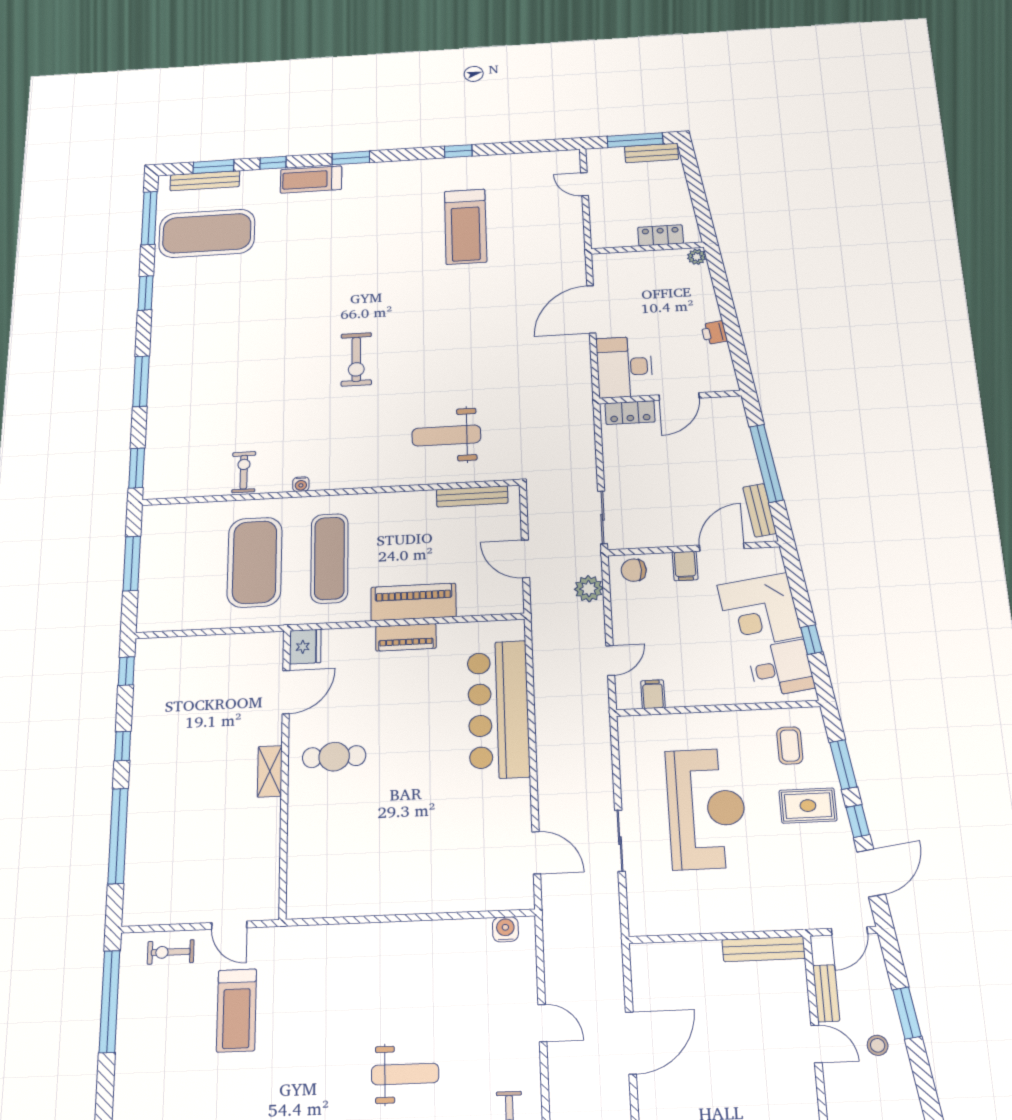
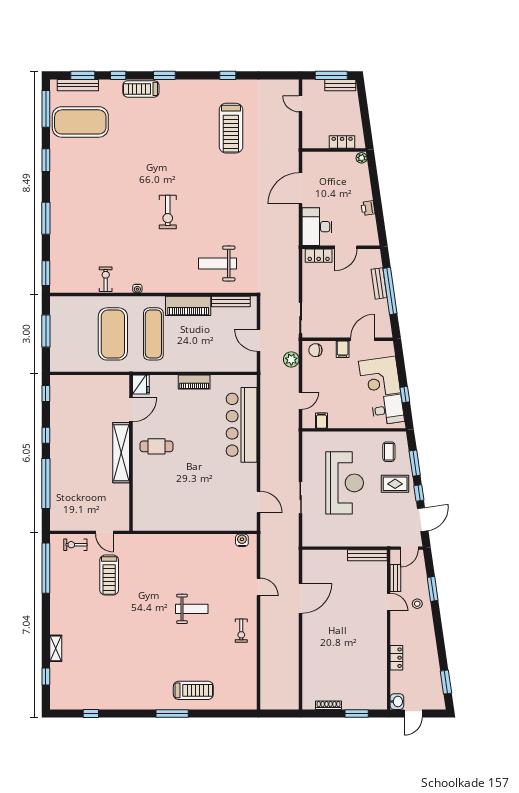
bench: (760, 510) -> (379, 283), moved
piano: (413, 602) -> (188, 306), moved, turned 180
shelving: (270, 771) -> (121, 453), width x2.20, depth x1.33

